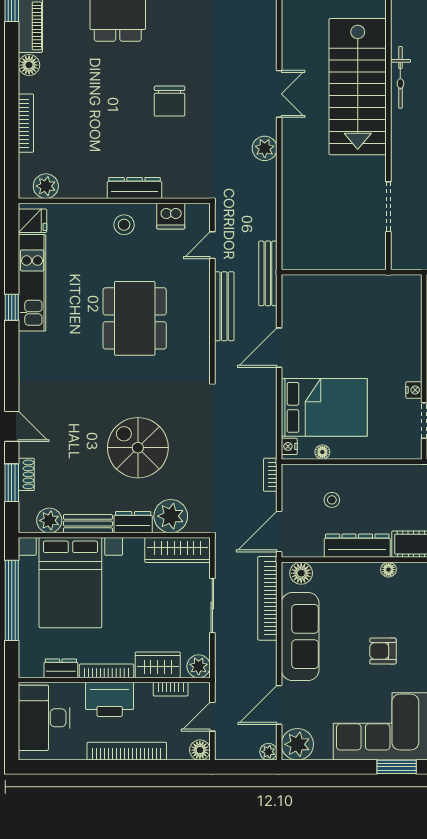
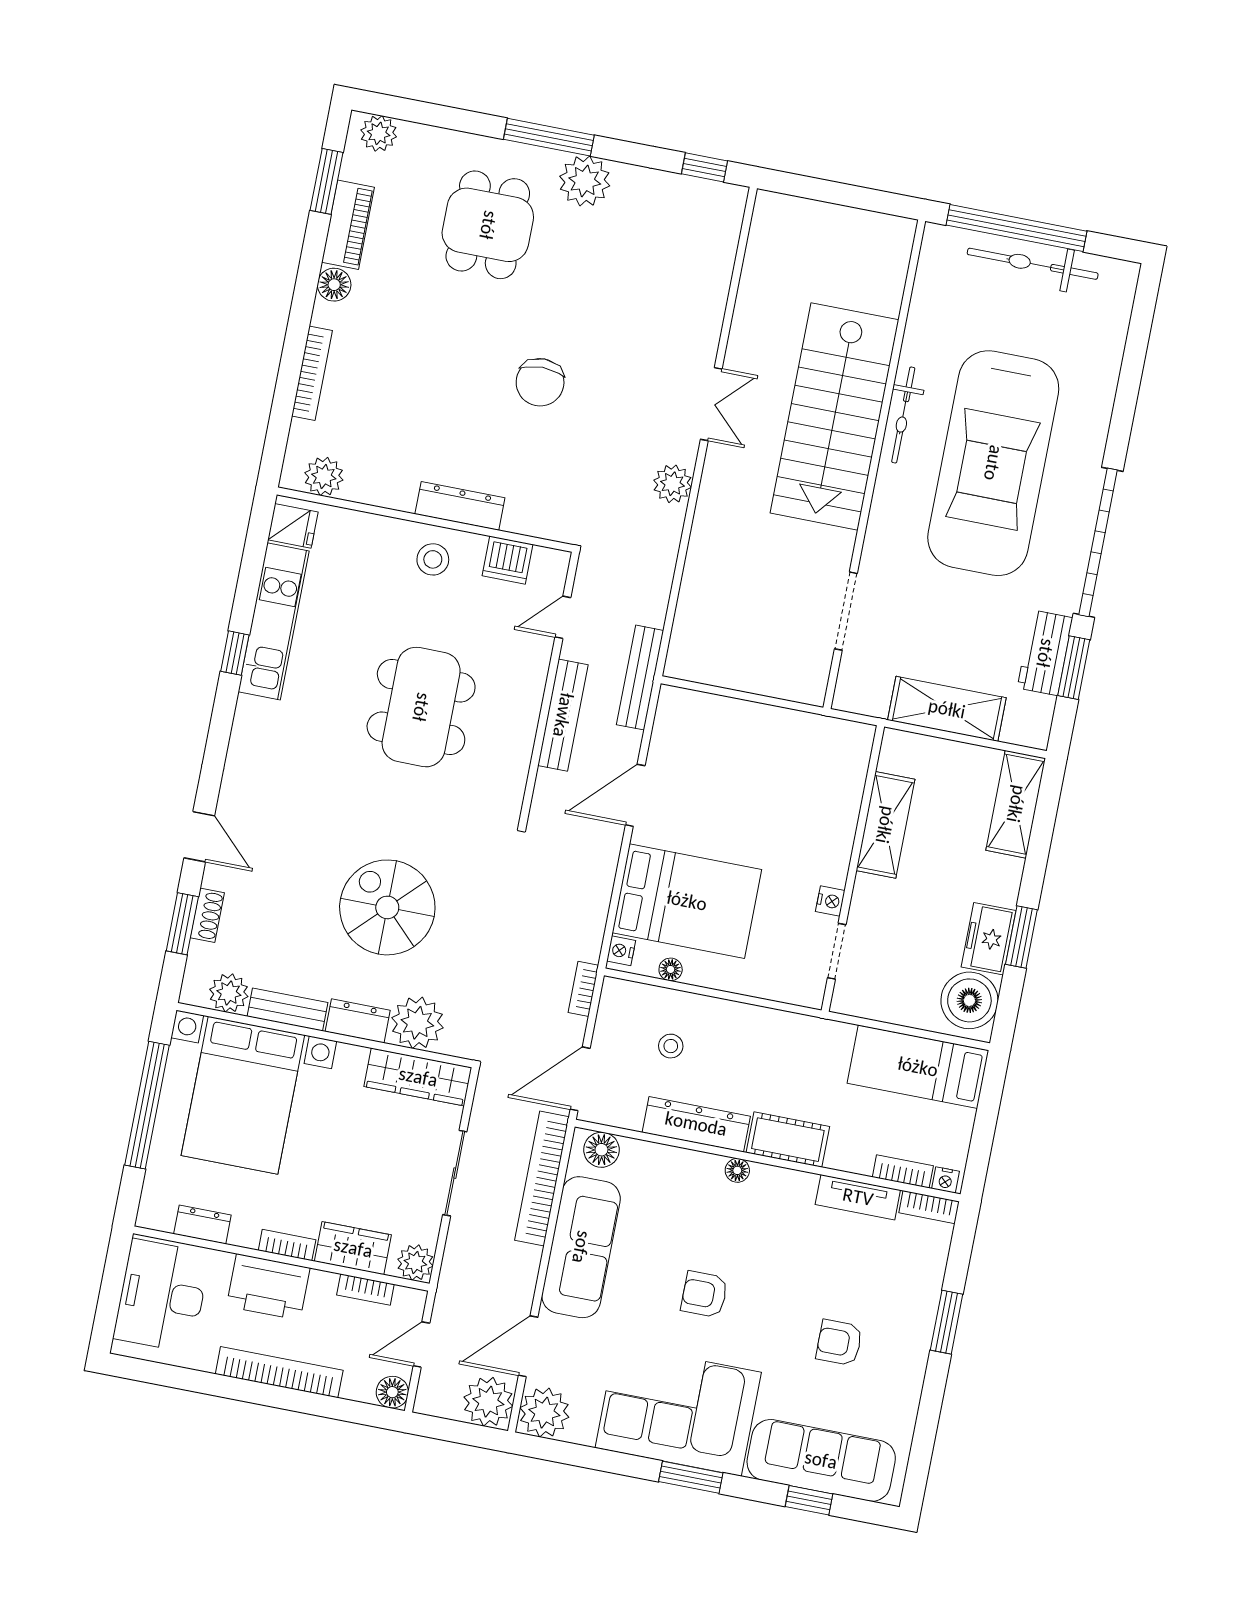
bookcase: (106, 671) -> (287, 1245), width x0.64
plant: (268, 752) -> (488, 1402), width x1.88, depth x1.88

